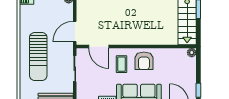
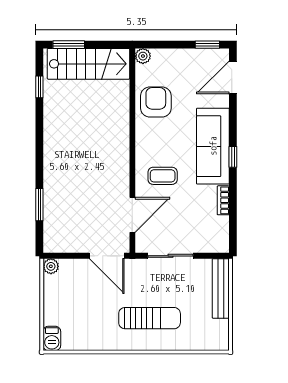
sun lounger: (38, 56) -> (150, 318), width x0.73, depth x0.75
armchair: (144, 61) -> (156, 102), moved, turned -90

